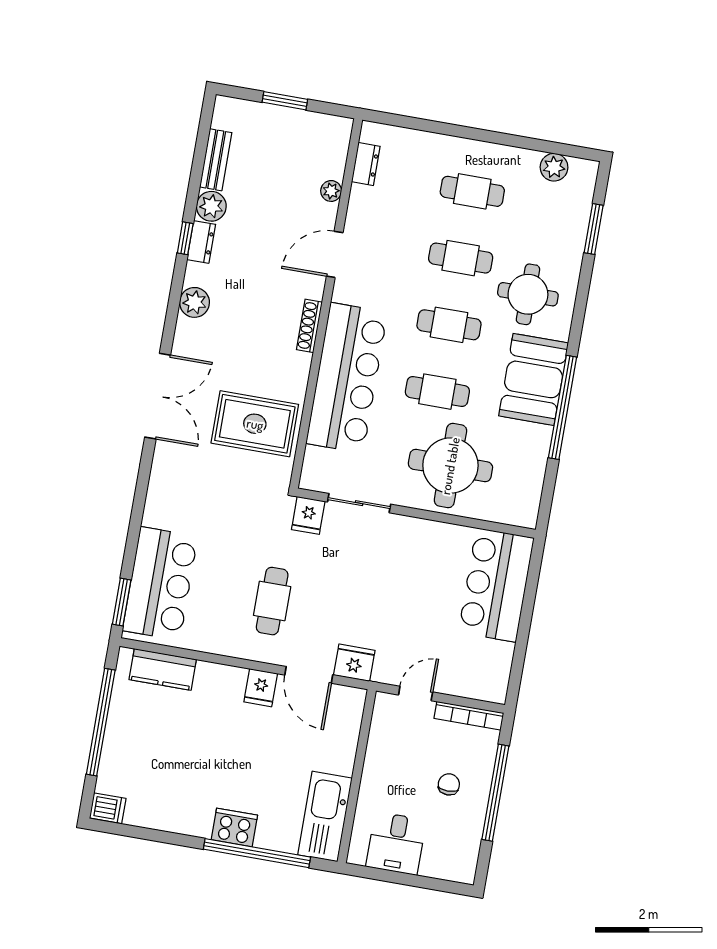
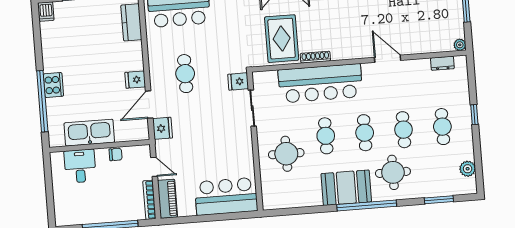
window: (466, 132) -> (474, 115), added
plant: (331, 191) -> (460, 45), moved
shoe rack: (309, 326) -> (315, 57), moved
window: (563, 407) -> (367, 205), moved
round table: (450, 466) -> (286, 154), width x0.73, depth x0.73
cafe table: (272, 601) -> (185, 74), turned 90
piano: (475, 685) -> (168, 199), added
chair: (449, 784) -> (116, 154), moved
kitchen sink: (325, 816) -> (89, 133), moved
desk: (396, 843) -> (80, 166), moved, turned 90

